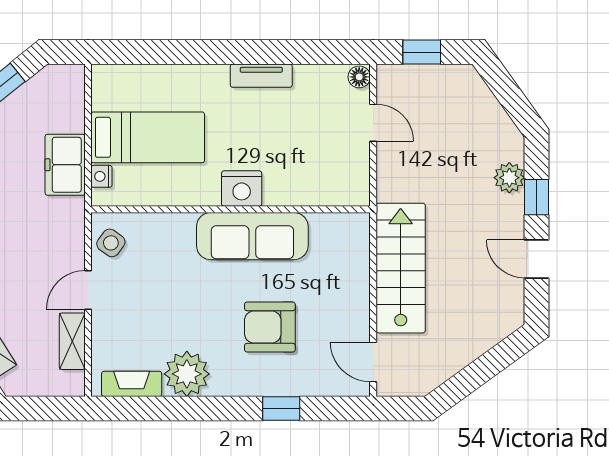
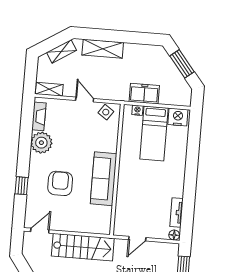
tv unit: (261, 76) -> (177, 212), moved
door: (373, 123) -> (137, 239), moved
nightstand: (242, 189) -> (178, 117), moved, turned 90
shelving: (72, 341) -> (49, 89), moved

